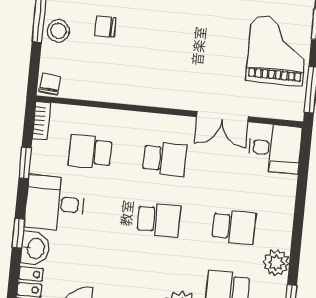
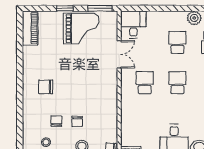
grand piano: (277, 51) -> (81, 29), turned 180
school desk: (90, 152) -> (145, 123), removed

